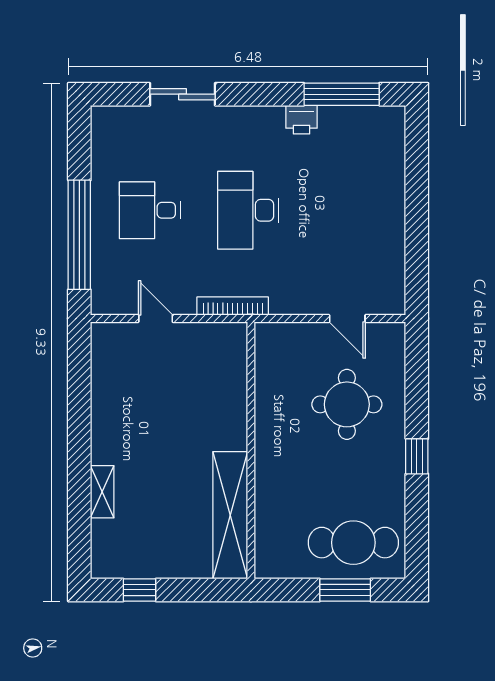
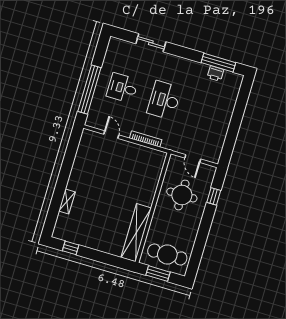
printer: (301, 120) -> (215, 73), moved
wall: (251, 450) -> (153, 208), moved
window: (417, 456) -> (214, 196), moved
shelving: (230, 515) -> (136, 233), moved

